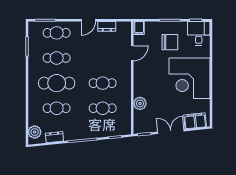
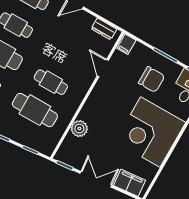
dresser: (107, 26) -> (104, 29), moved
door: (132, 53) -> (103, 68), swing flipped
cafe table: (103, 108) -> (35, 110), width x1.37, depth x1.35

